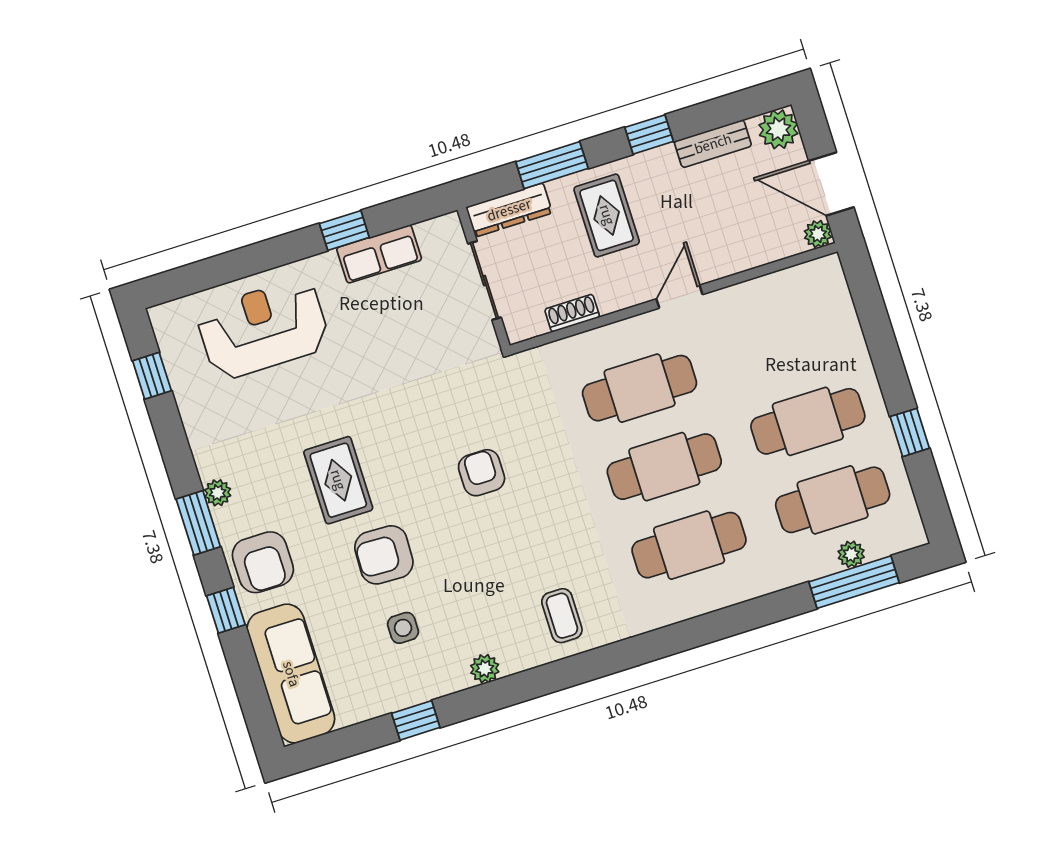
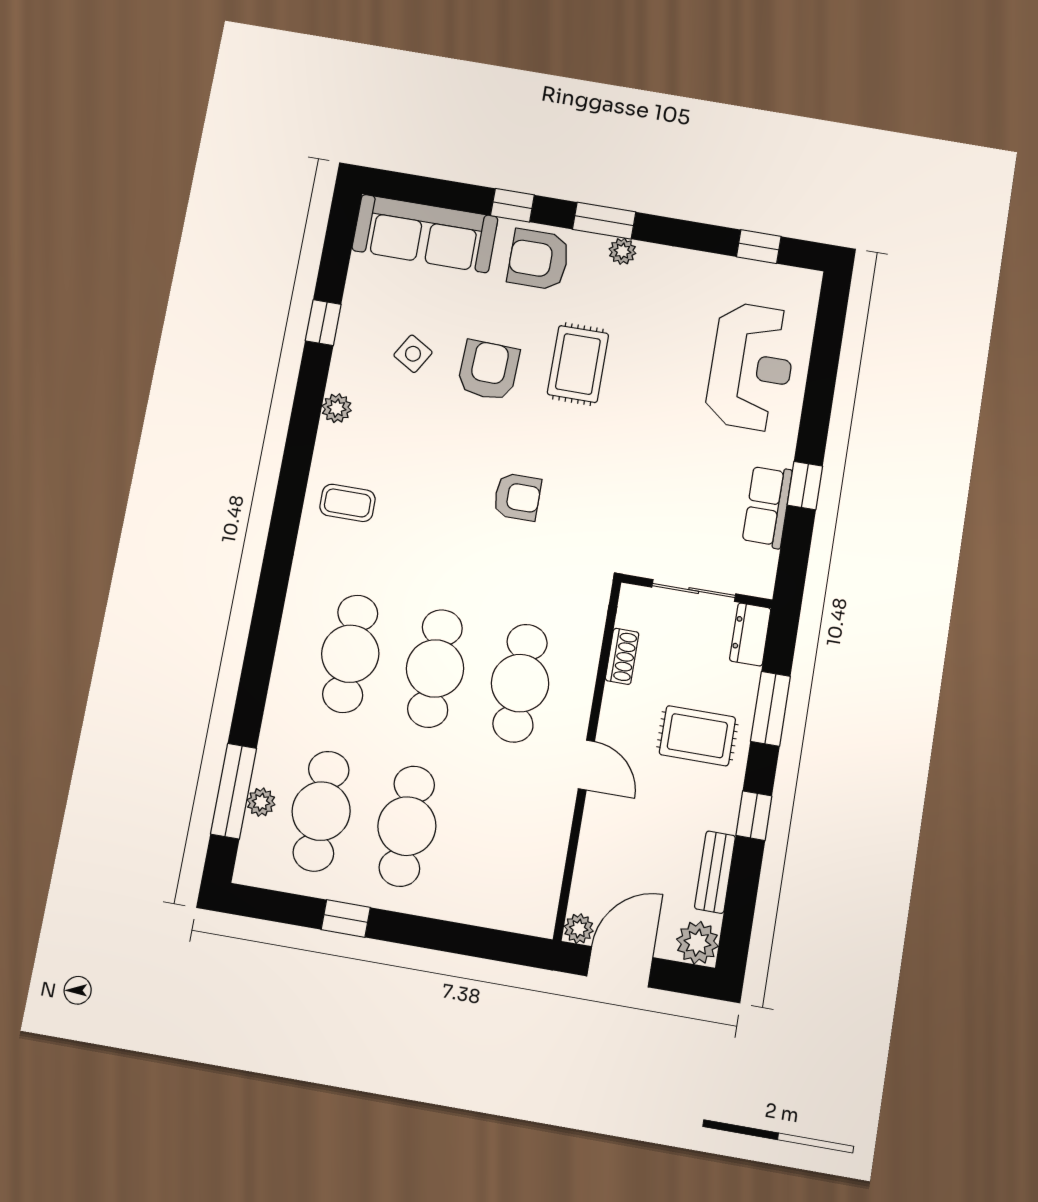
dresser: (509, 210) -> (750, 634), width x0.70
rug: (338, 480) -> (578, 364), turned 90
side table: (403, 628) -> (413, 354), turned 31

